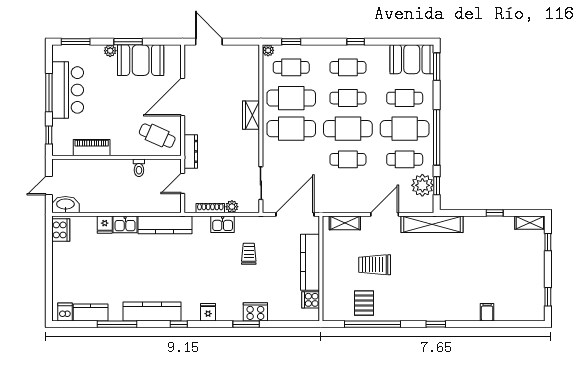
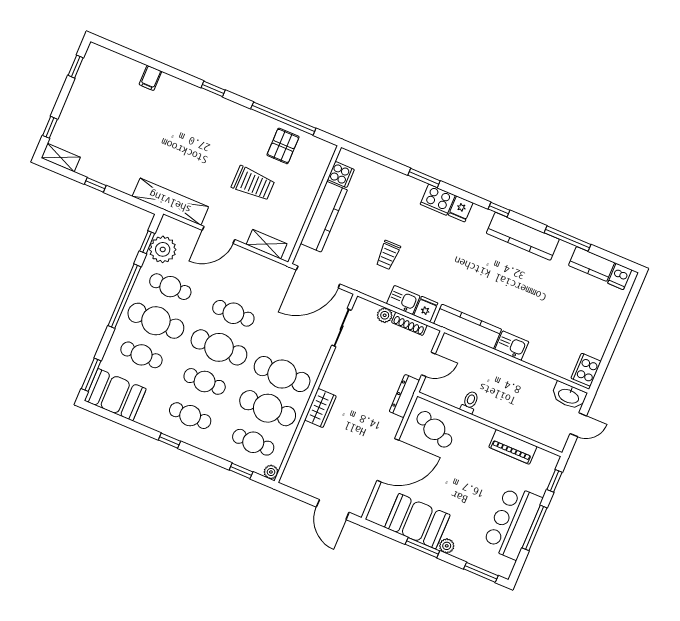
fridge: (105, 225) -> (426, 309), moved
cooker: (255, 312) -> (438, 200), moved

